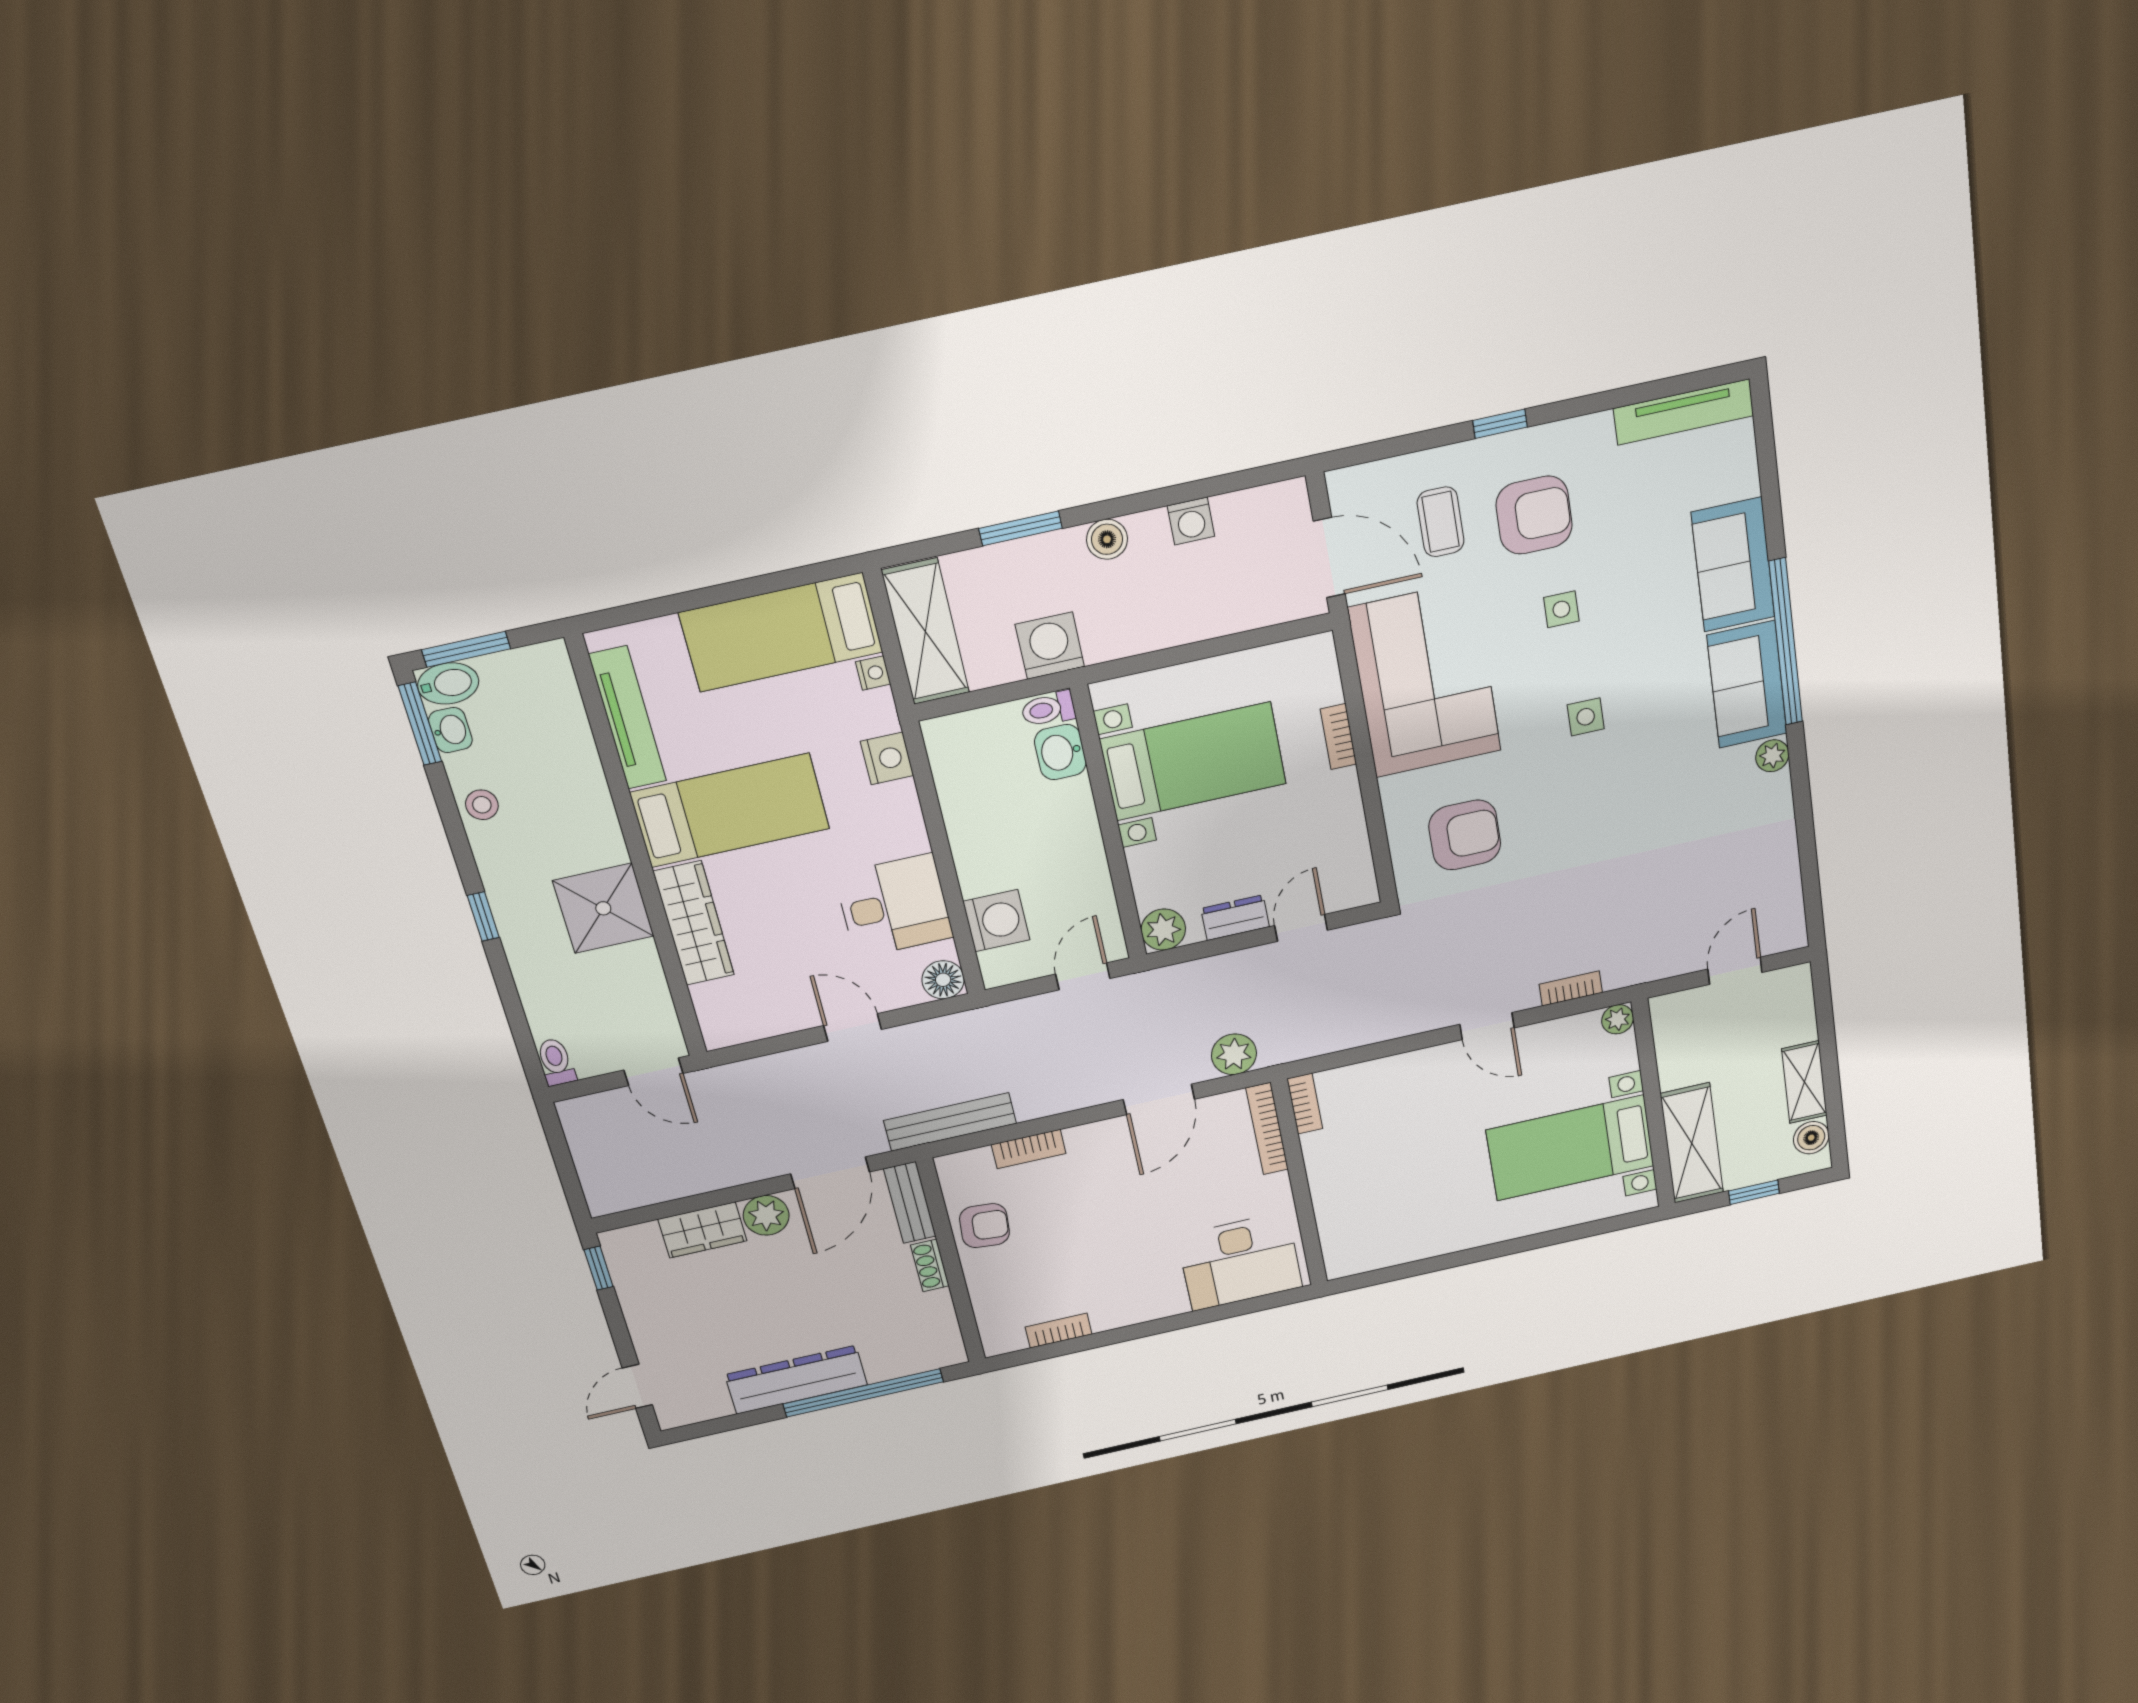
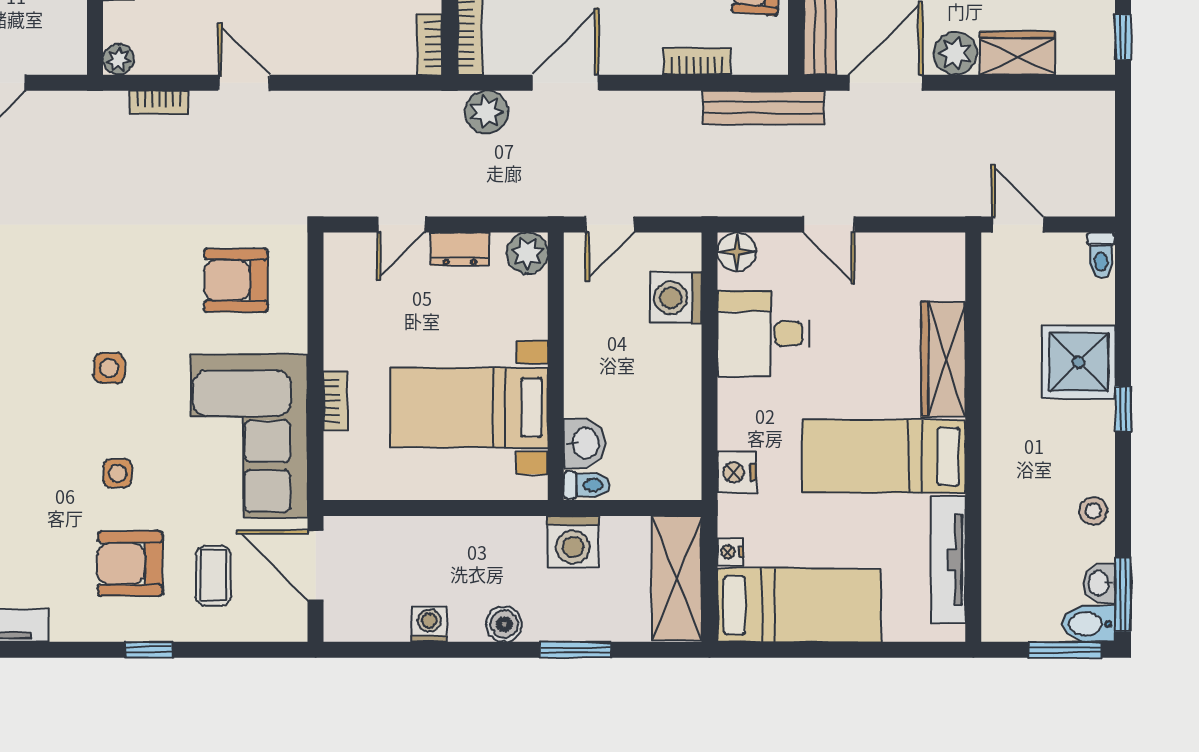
shower: (603, 908) -> (1079, 362), moved

